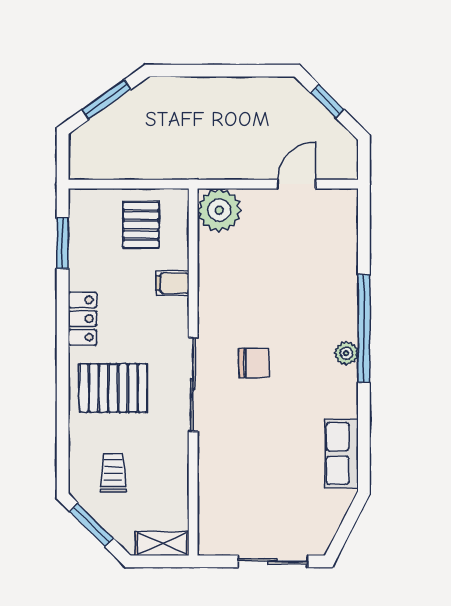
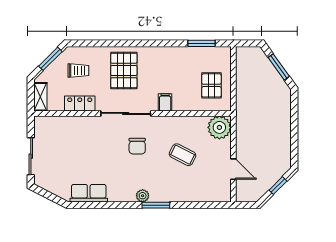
pallet: (141, 225) -> (211, 85), turned 90
coffee table: (270, 279) -> (183, 155), added
filing cabinet: (172, 283) -> (165, 102), moved
locker: (82, 319) -> (80, 104), moved, turned 180
window: (364, 328) -> (156, 205), width x0.47

